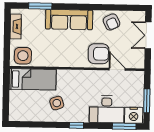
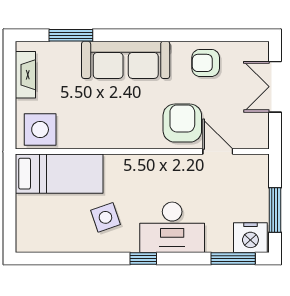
armchair: (112, 22) -> (206, 63), turned 115
armchair: (99, 54) -> (182, 123), turned -90
desk: (107, 109) -> (172, 227), moved

